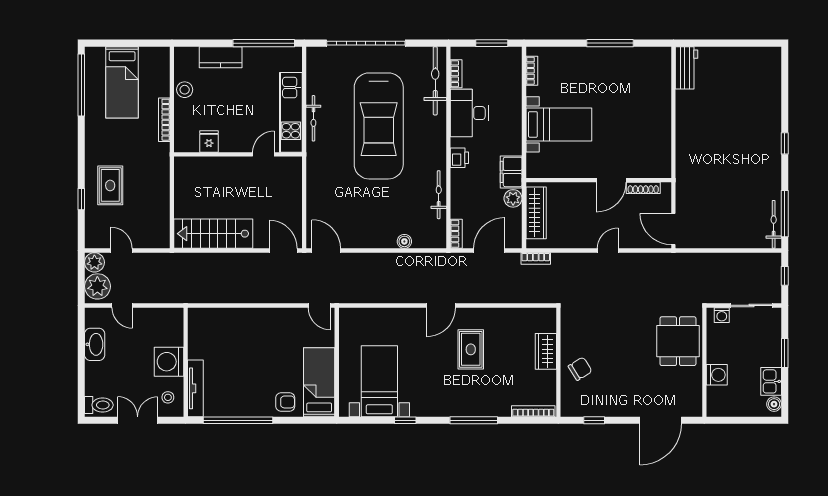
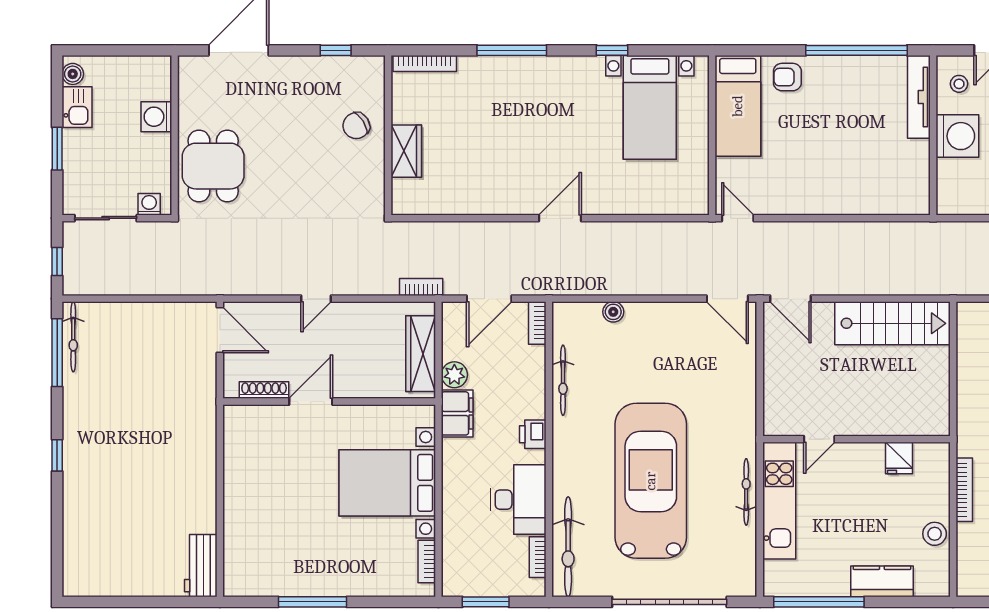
bed with nightstands: (559, 124) -> (387, 483), width x1.36
rug: (471, 349) -> (516, 154), removed

